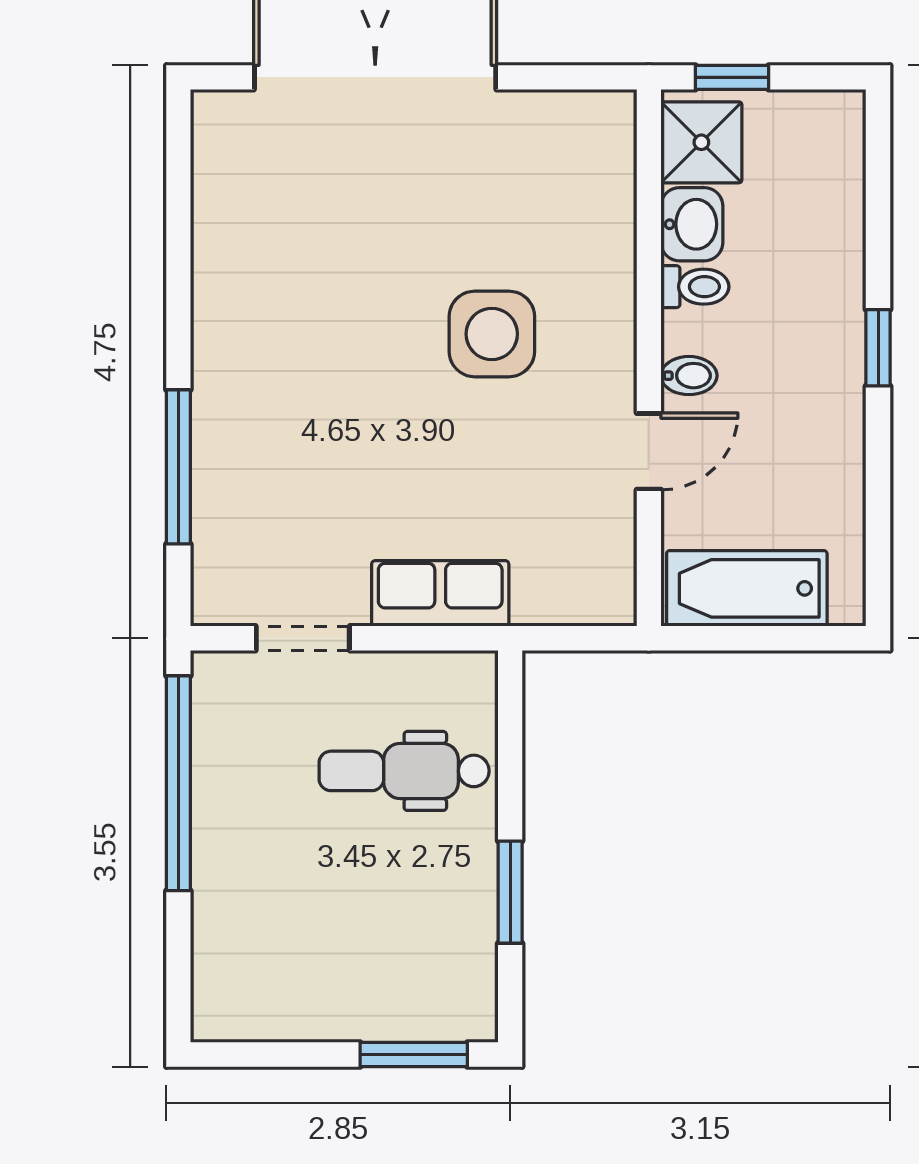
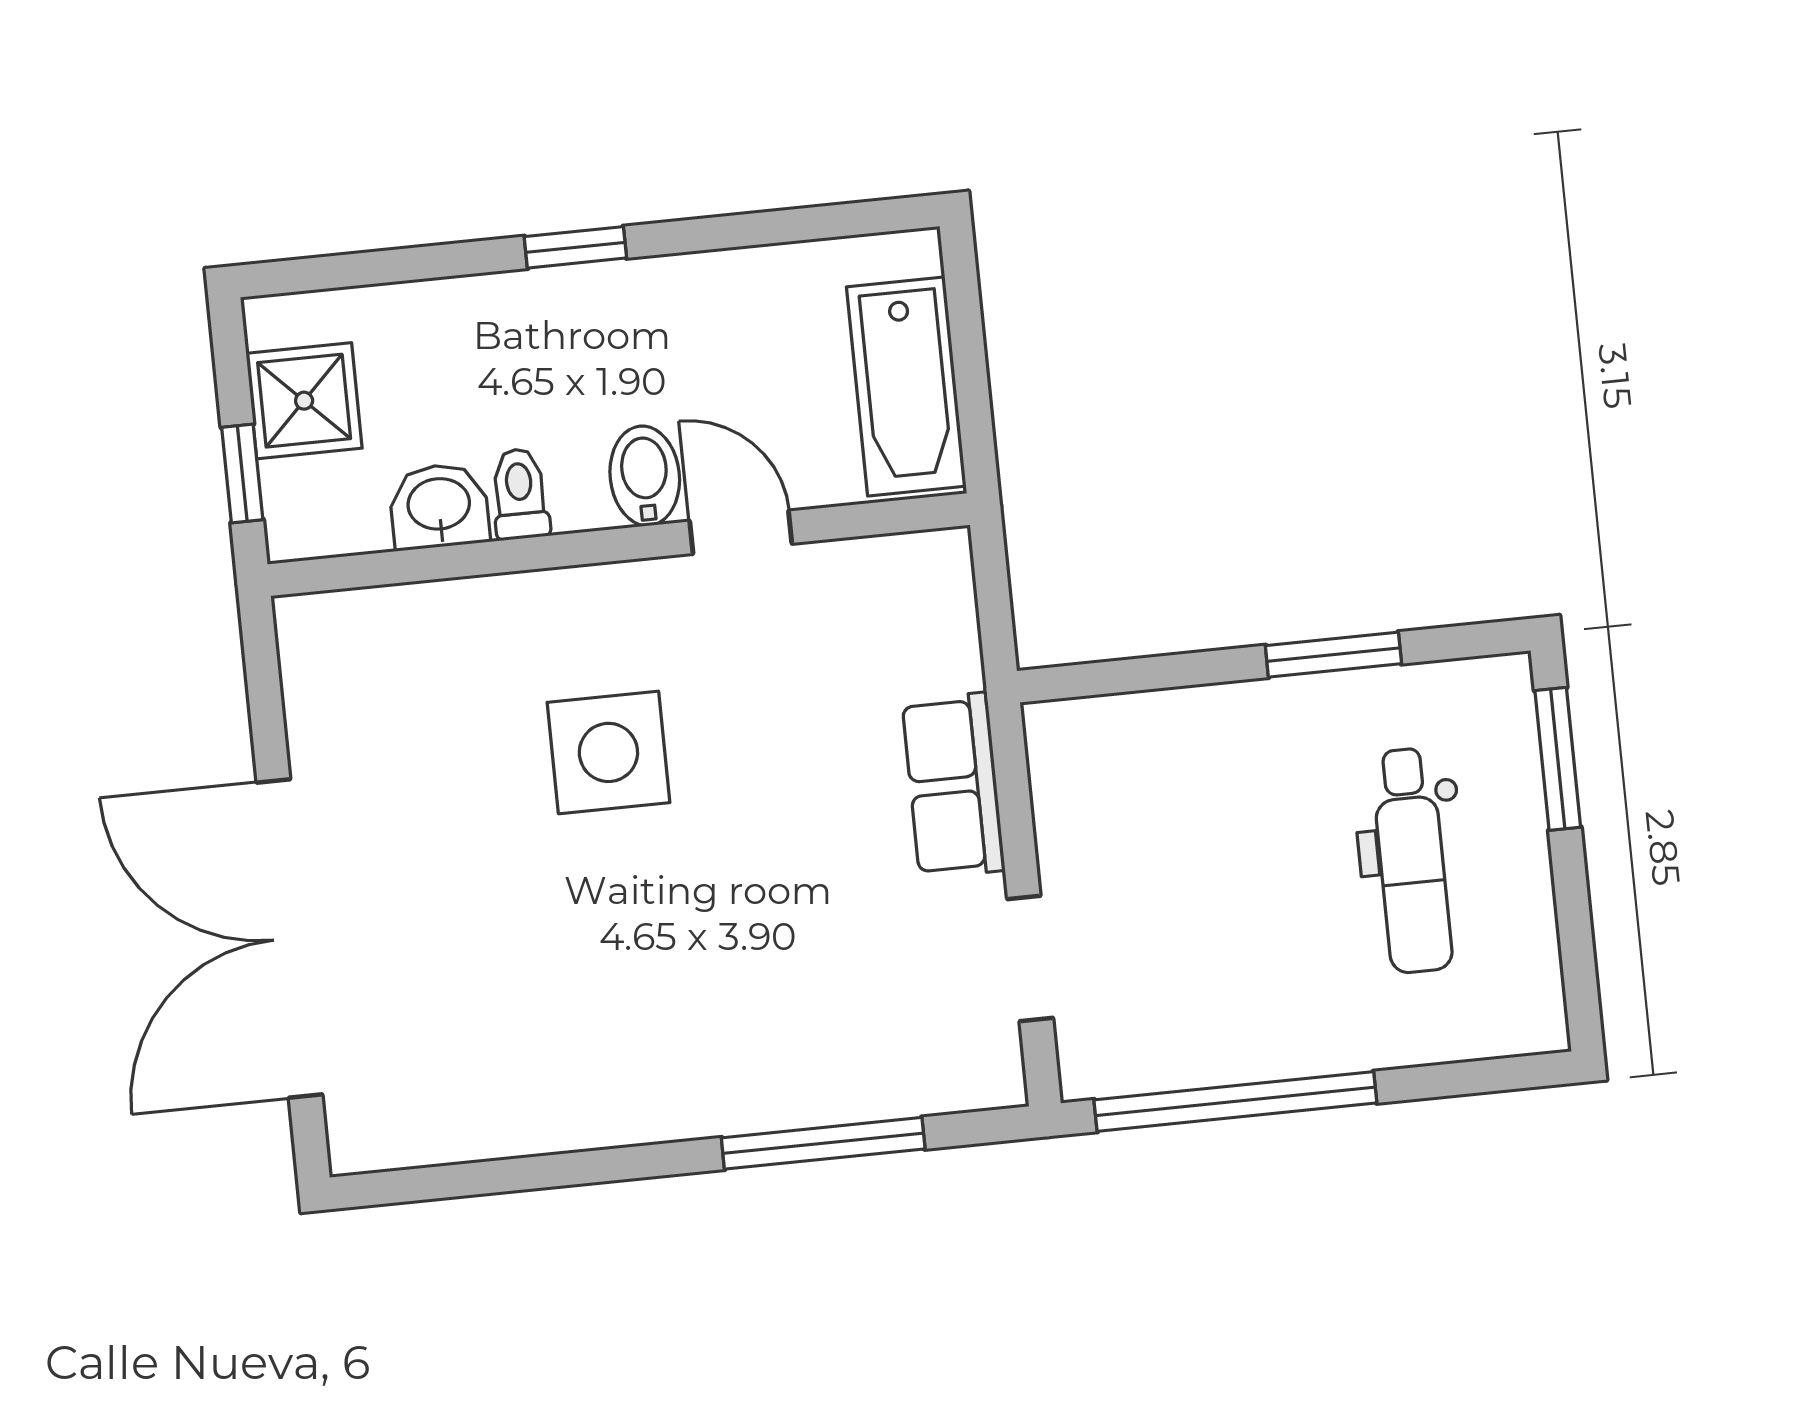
shower: (701, 142) -> (304, 401), moved
bidet: (689, 376) -> (645, 476), width x1.38, depth x1.36
dental chair: (404, 771) -> (1412, 860), moved

